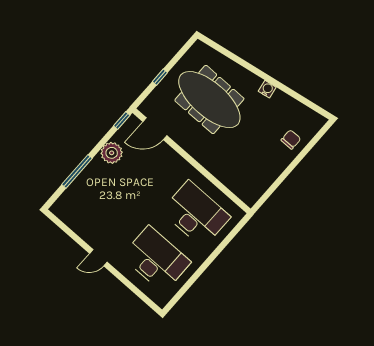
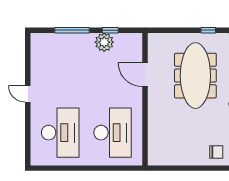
window: (160, 77) -> (208, 30), moved
window: (122, 121) -> (110, 30), moved
door: (155, 129) -> (145, 75), moved

